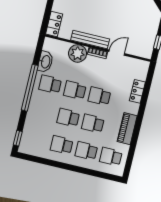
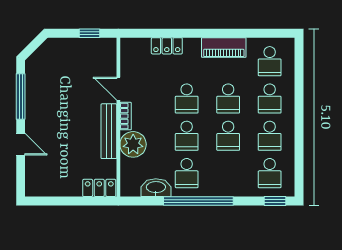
school desk: (37, 139) -> (270, 173), added

